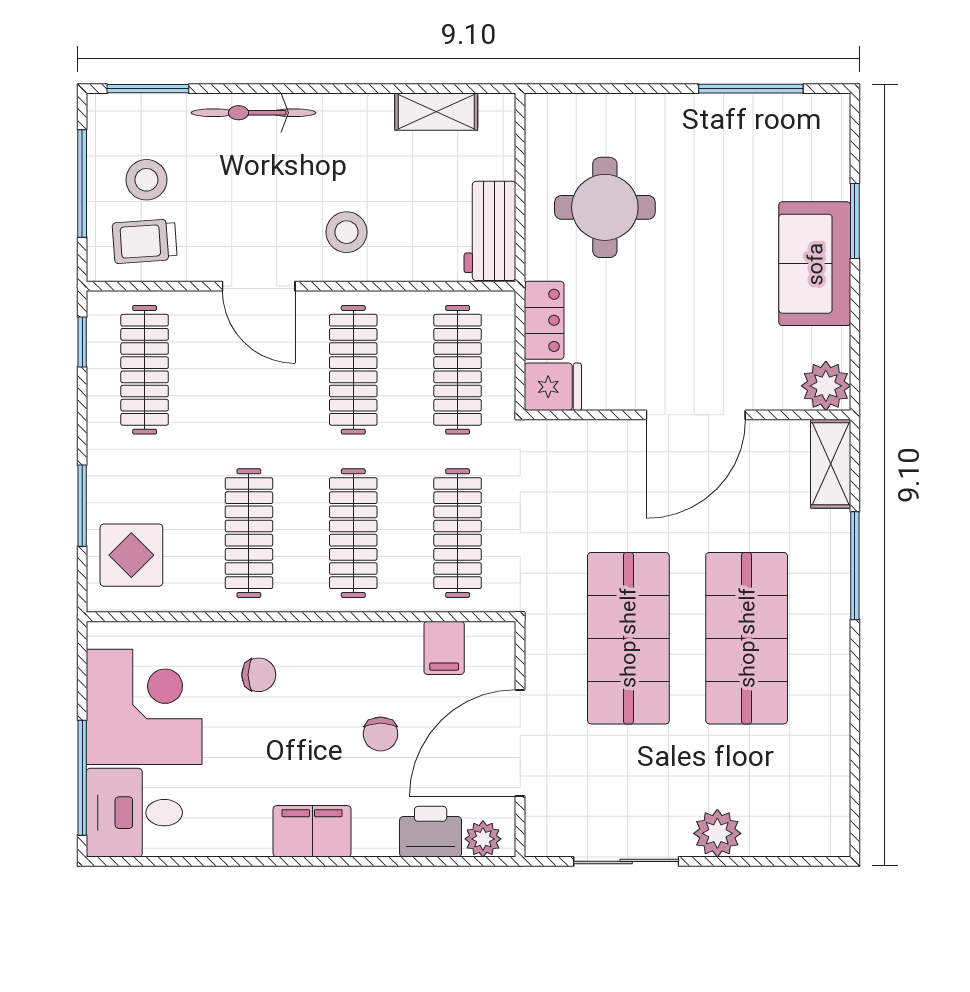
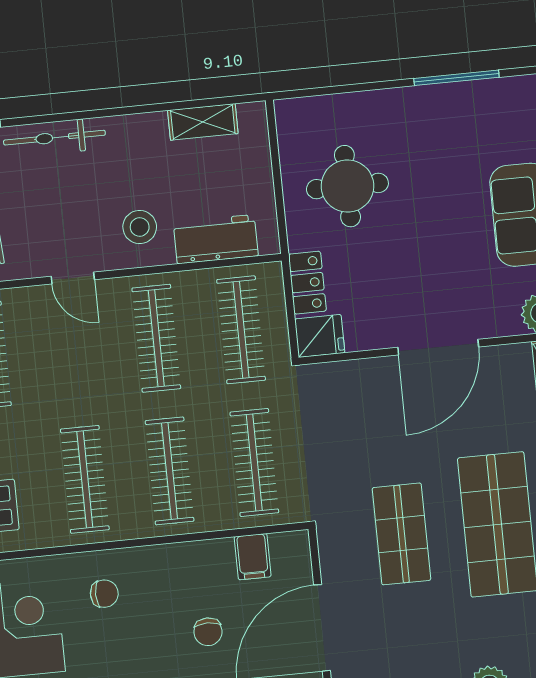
workbench: (490, 231) -> (216, 239), moved, turned 90
door: (259, 286) -> (73, 278), width x0.73
shop shelf: (628, 638) -> (401, 534), width x0.70, depth x0.74

